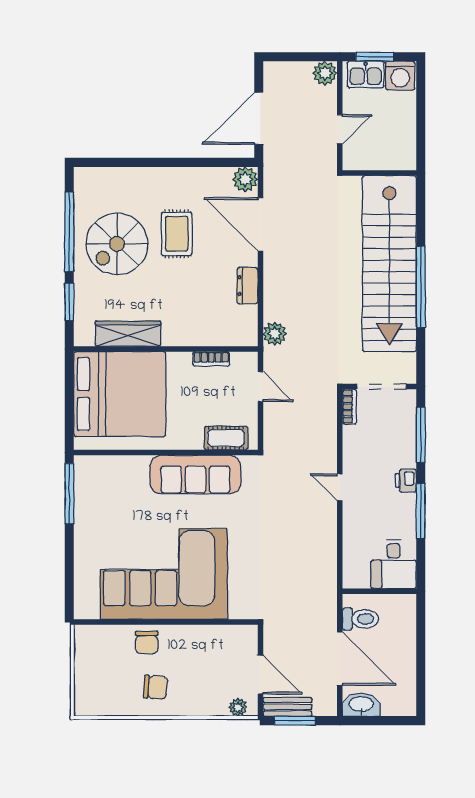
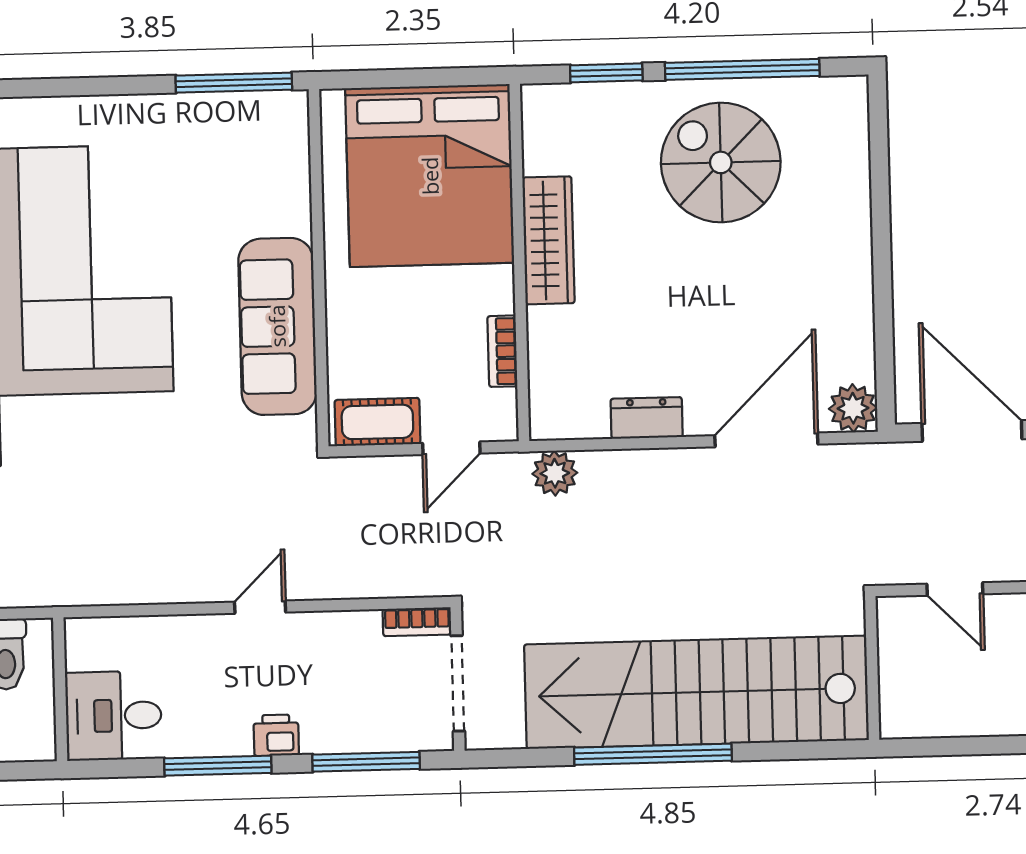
rug: (177, 234) -> (744, 278), removed
wardrobe: (128, 334) -> (548, 240), moved
cot: (226, 438) -> (377, 422), moved, turned 90

